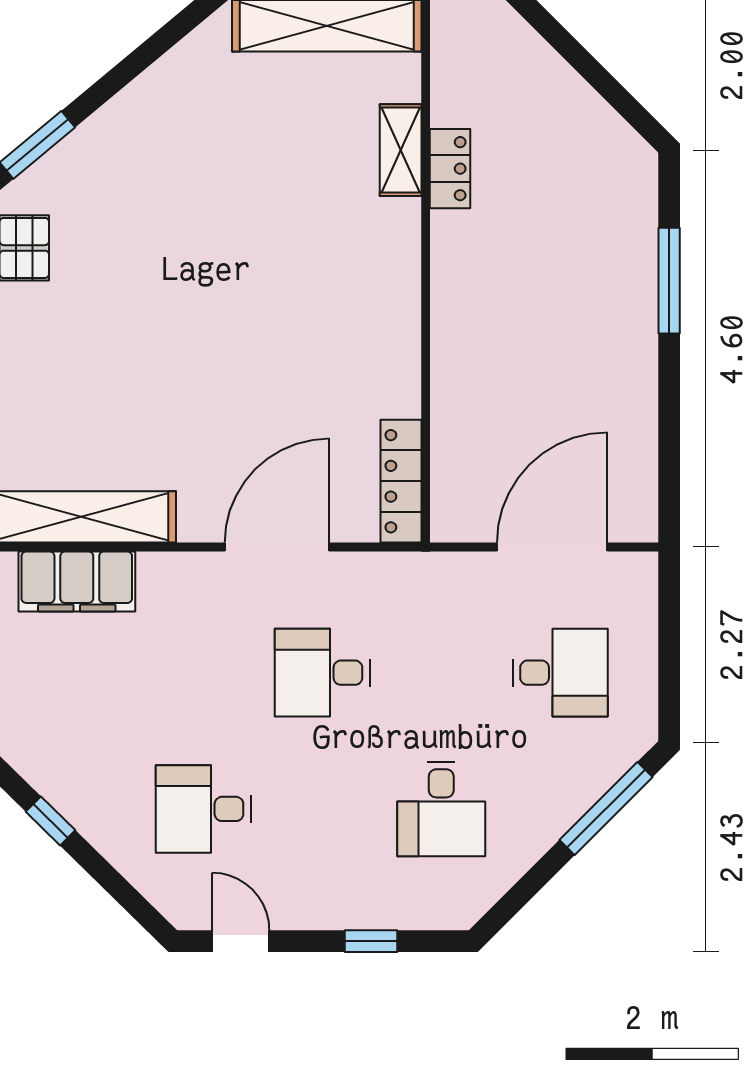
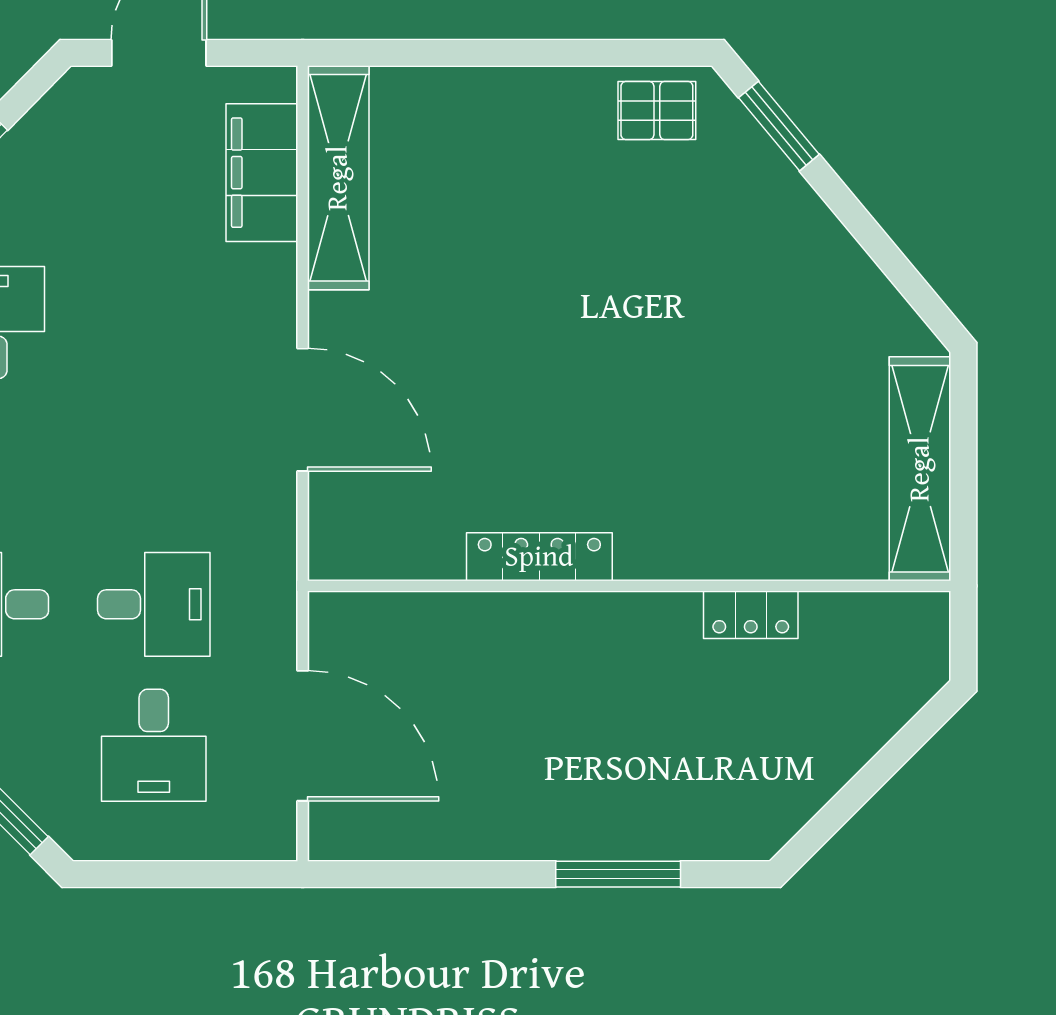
shelving: (401, 150) -> (773, 556), removed
locker: (401, 481) -> (539, 557), moved
desk: (322, 673) -> (154, 604), moved, turned 90

